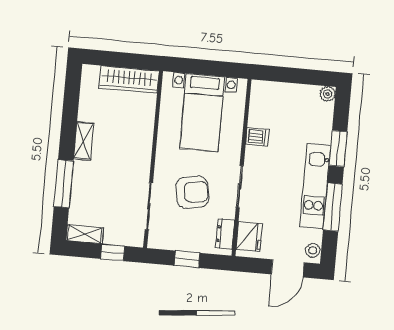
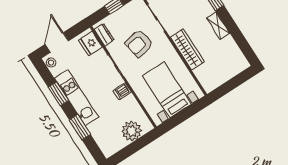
wardrobe: (129, 79) -> (187, 50), moved, turned 90
plant: (328, 94) -> (132, 131), moved, width x1.88, depth x1.88
dishwasher: (257, 137) -> (122, 91), moved
window: (333, 207) -> (58, 94), width x0.69

